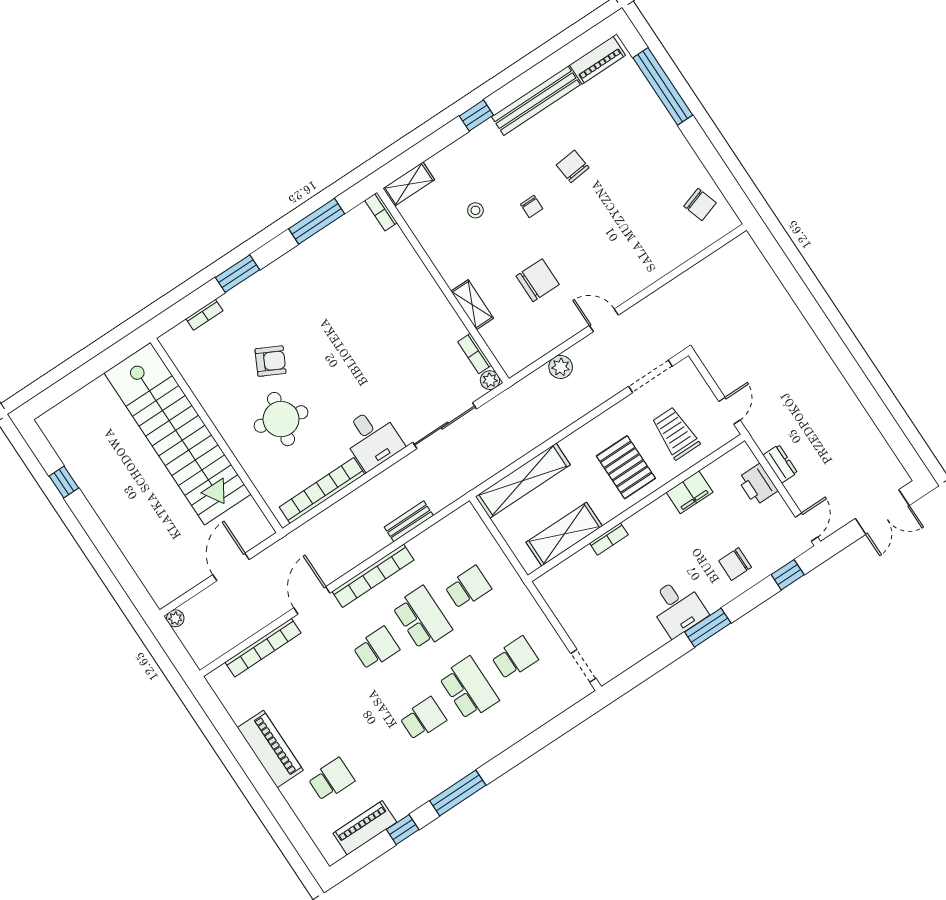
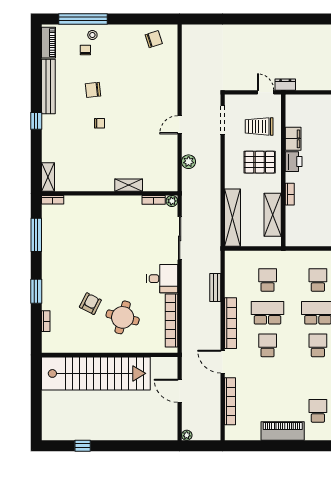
stool: (475, 210) -> (92, 35), moved
chair: (538, 280) -> (85, 50), moved, width x0.54, depth x0.54
dresser: (780, 464) -> (285, 85), moved
printer: (757, 484) -> (294, 162), moved, turned -90

